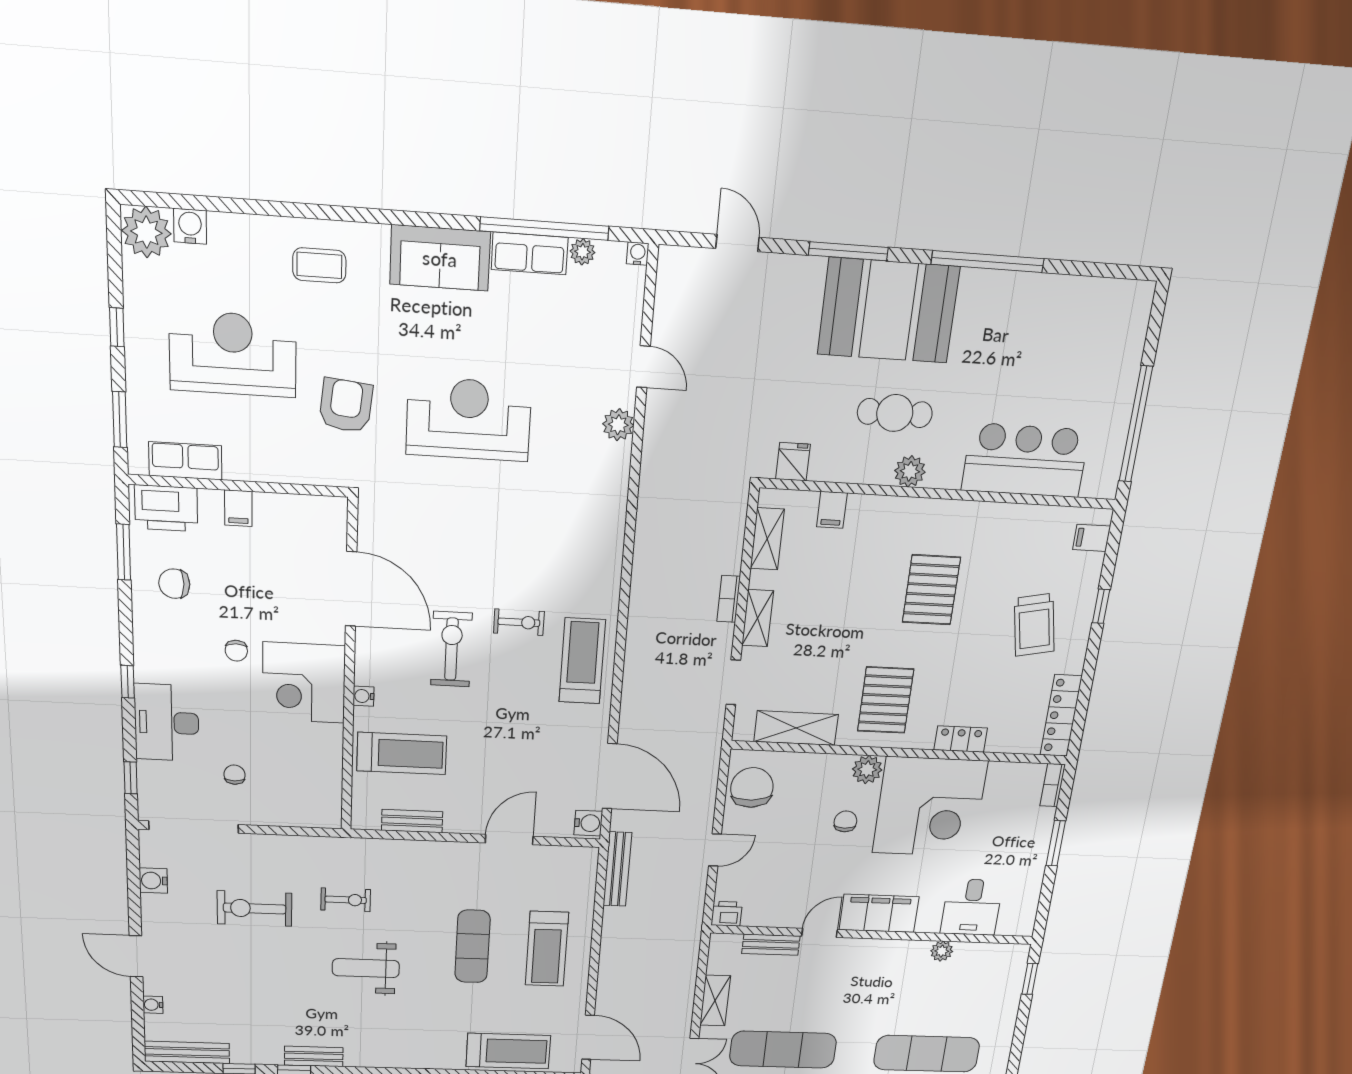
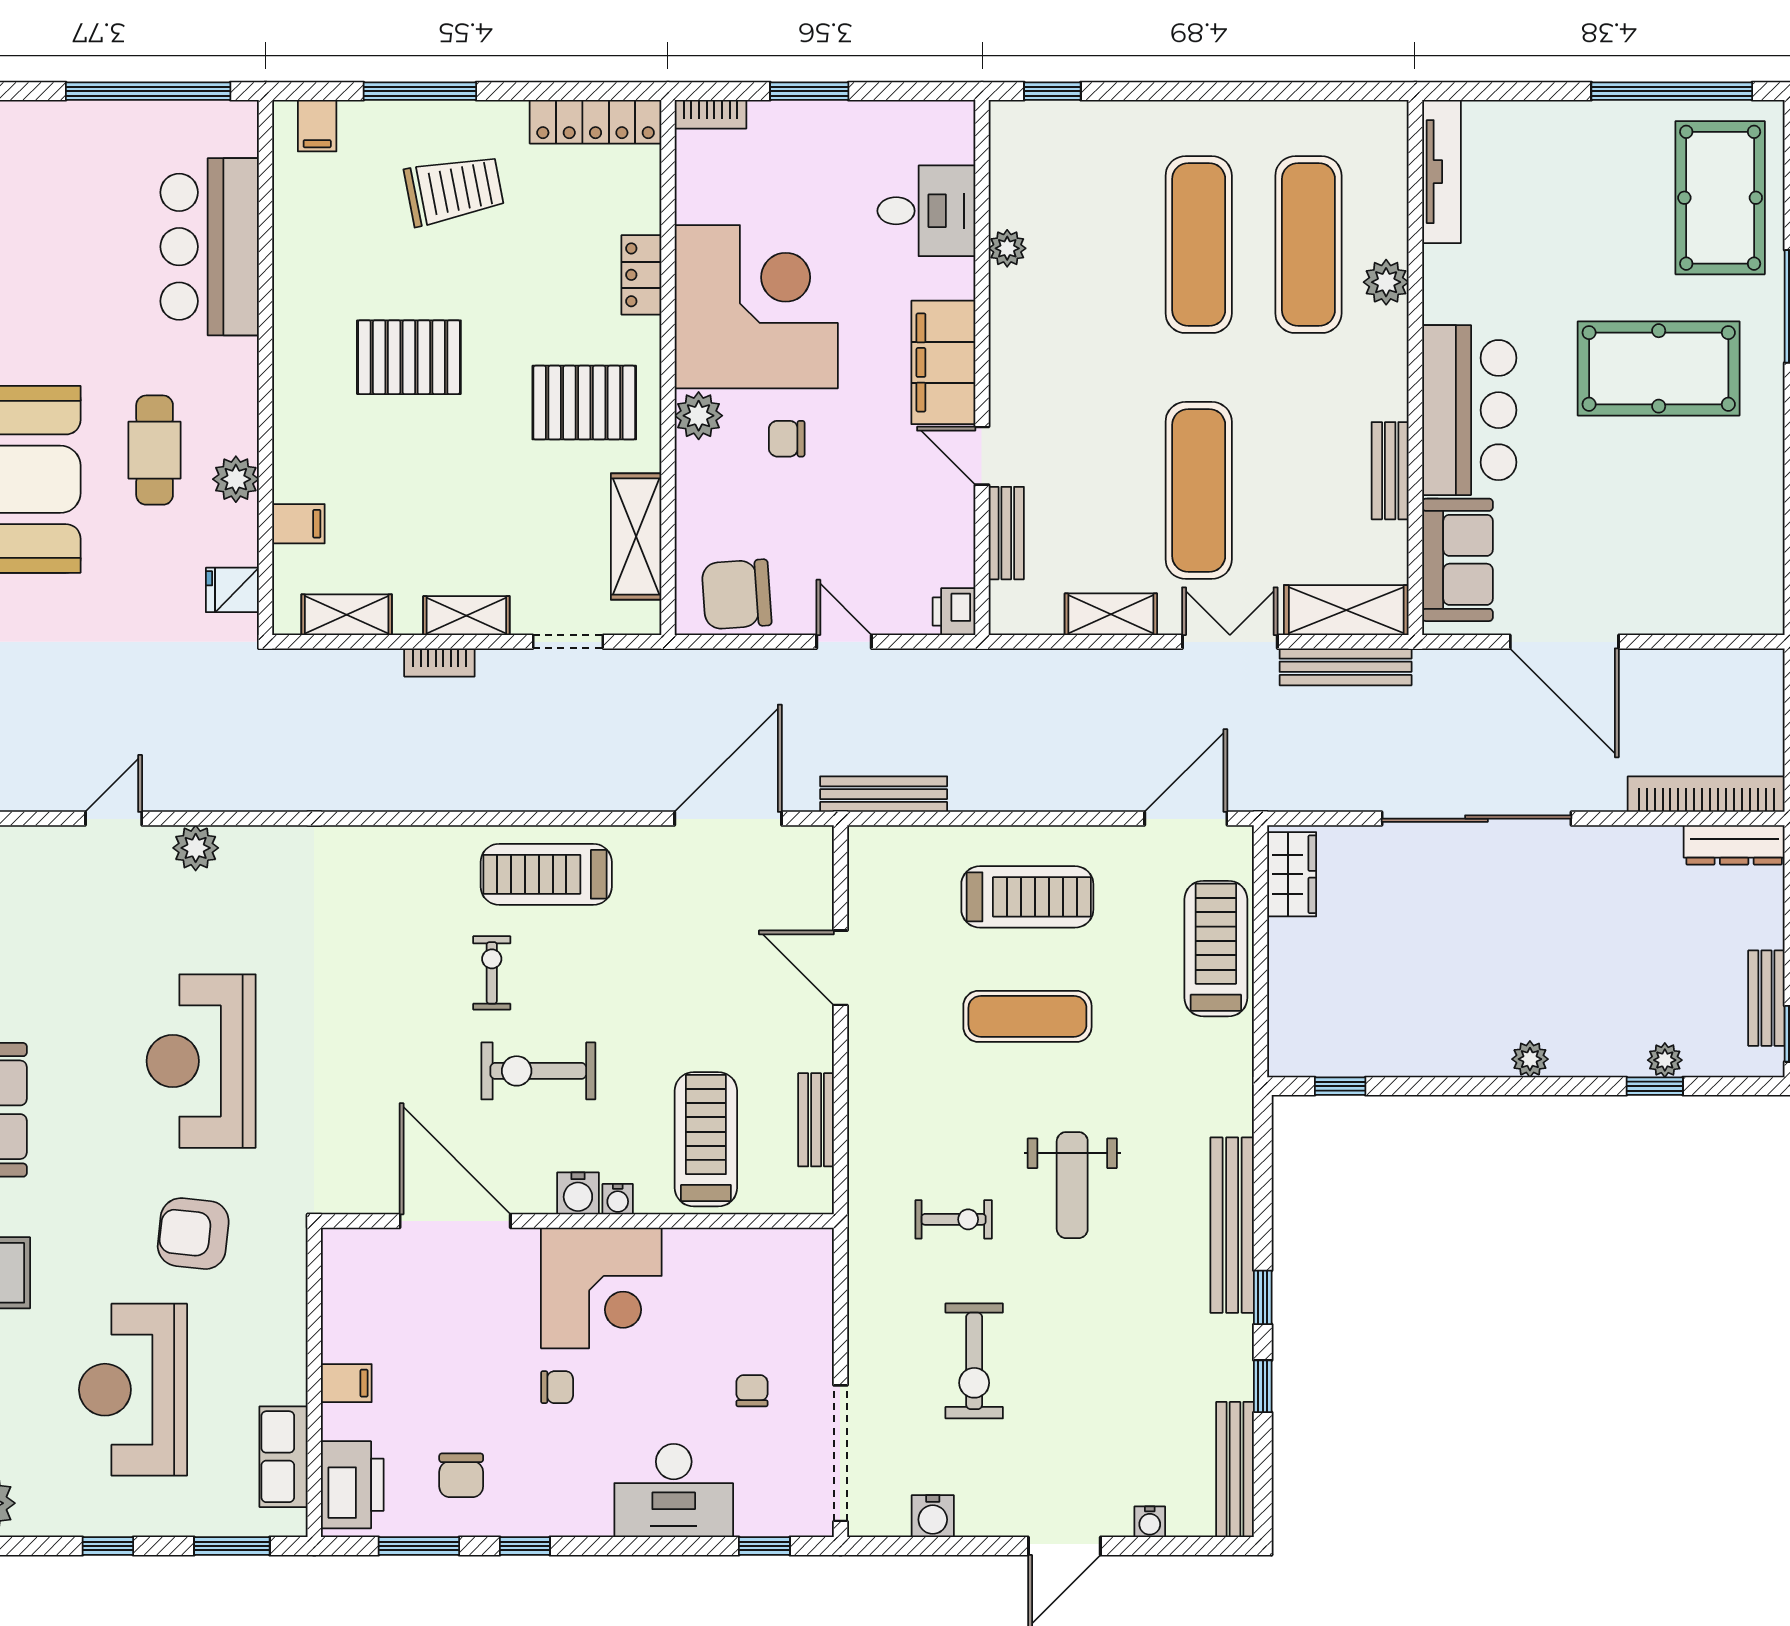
plant: (910, 471) -> (236, 479), moved
door: (351, 589) -> (455, 1221), hinge flipped
window: (1101, 606) -> (420, 91), width x2.17
window: (128, 682) -> (525, 1546), moved
chair: (235, 775) -> (752, 1391), turned 90
water cooler: (588, 823) -> (578, 1193), moved, turned 180
exercise bike: (346, 900) -> (954, 1219), turned 90
bench: (314, 1056) -> (1232, 1225), width x1.86, depth x1.21

